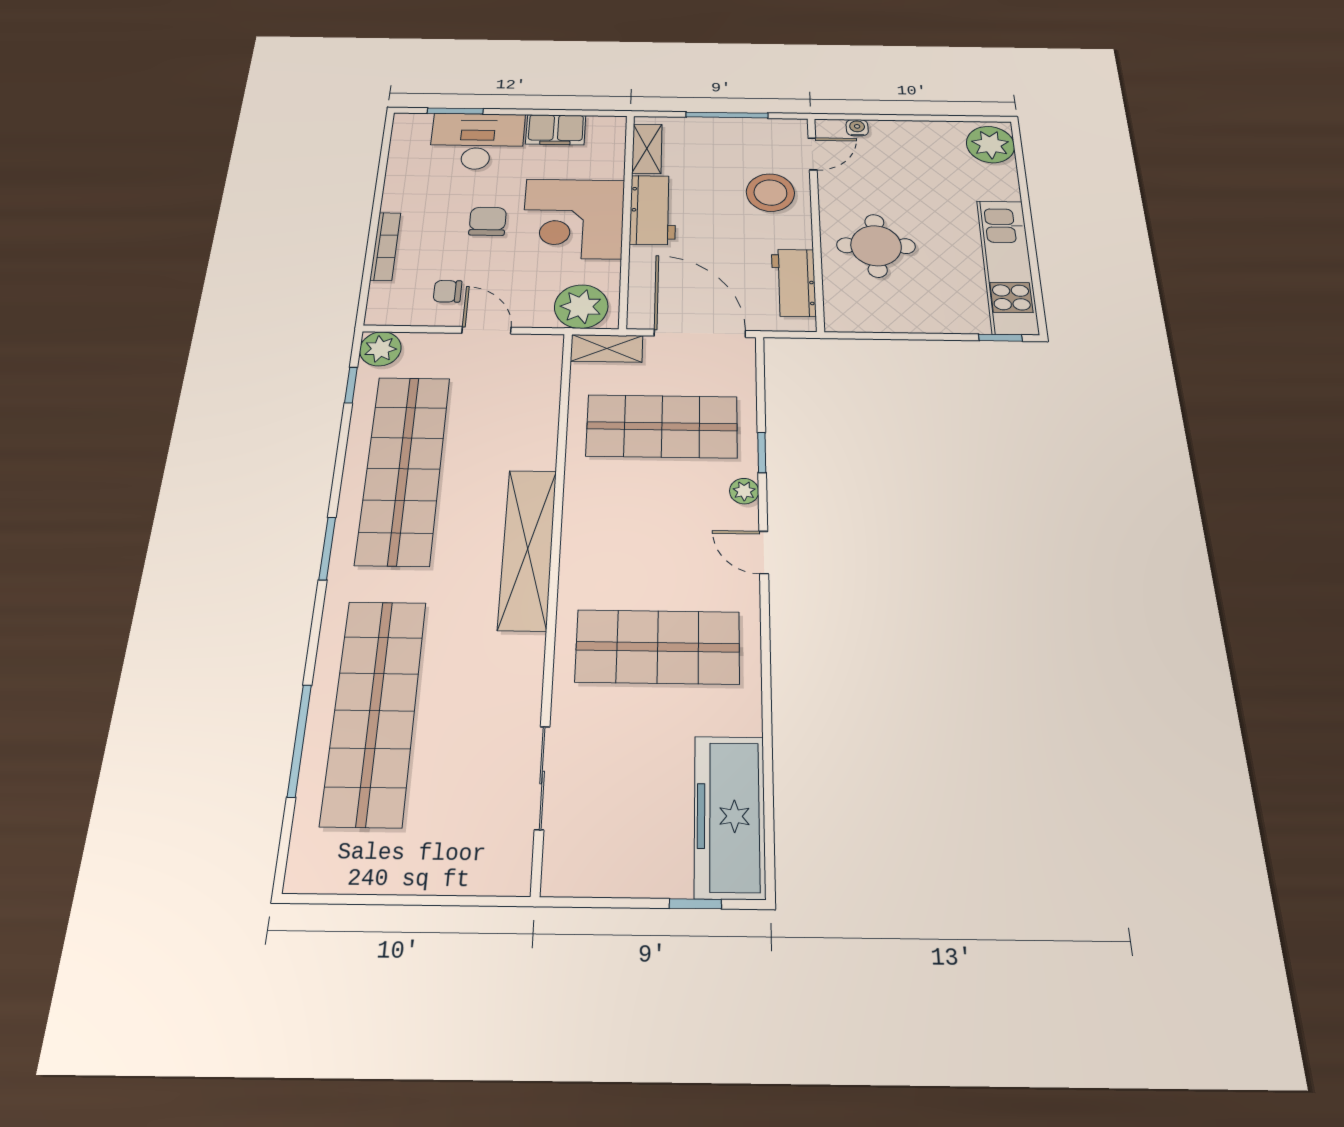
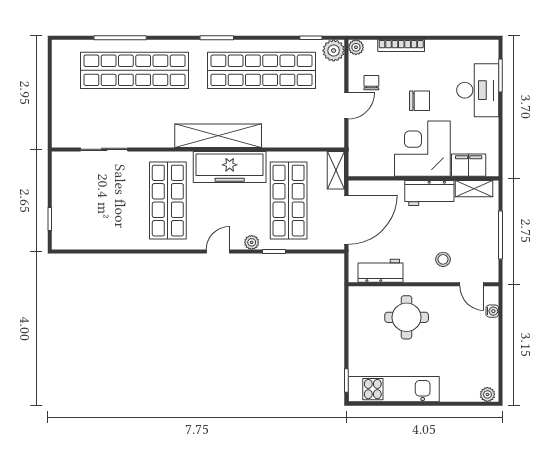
filing cabinet: (556, 130) -> (469, 165), moved, turned 90
plant: (990, 145) -> (487, 394), width x0.53, depth x0.53
stool: (770, 193) -> (443, 259), width x0.53, depth x0.53
plant: (581, 307) -> (356, 47), moved, width x0.53, depth x0.53
freezer: (730, 816) -> (230, 167), moved, turned 180

